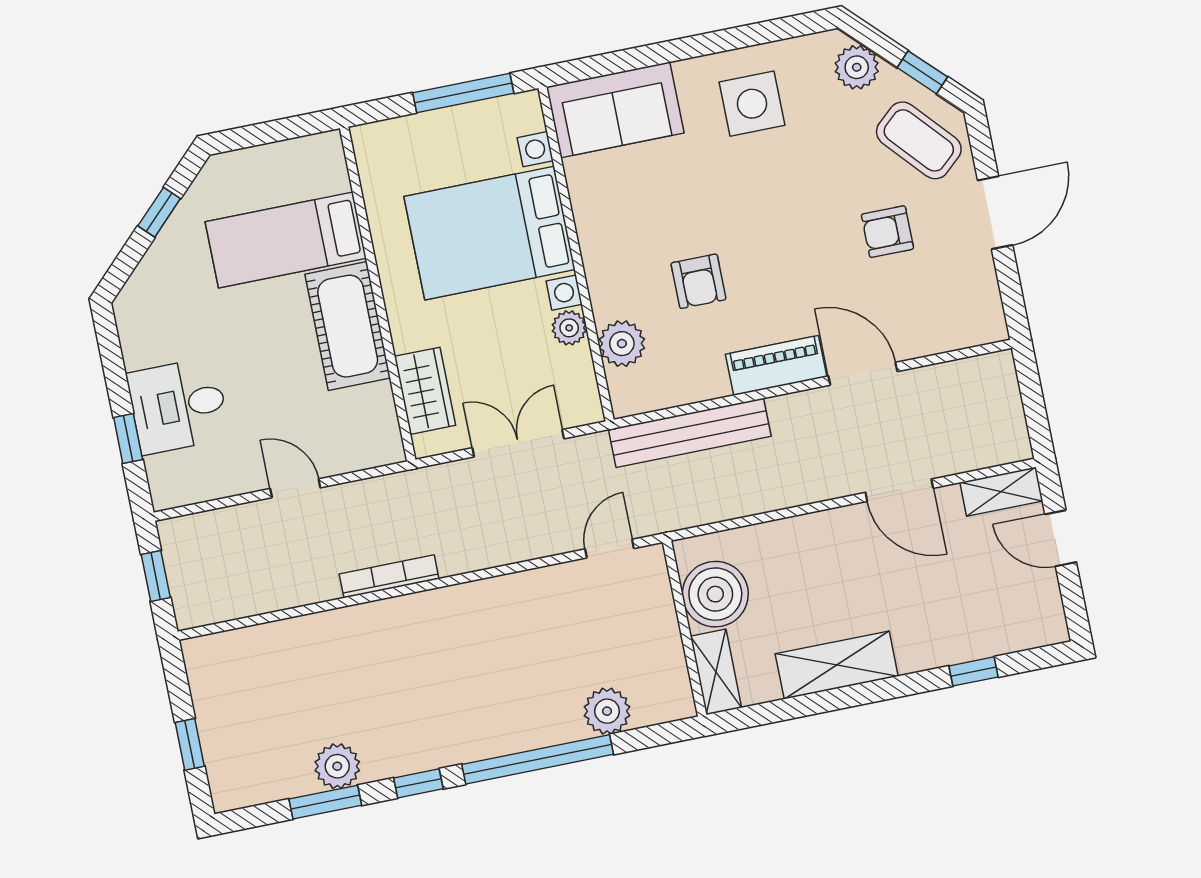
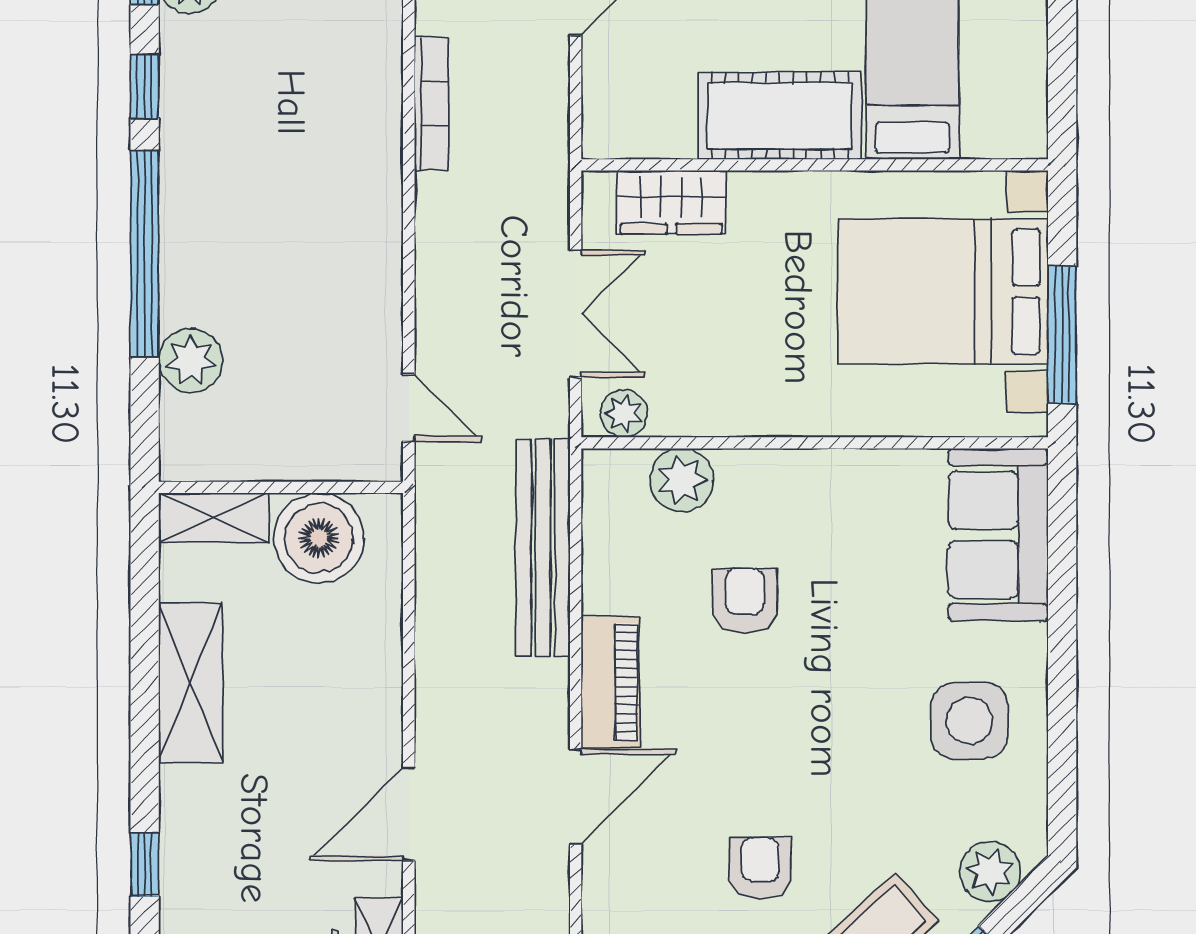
bed with nightstands: (489, 233) -> (943, 291), moved, turned -90
armchair: (698, 281) -> (745, 600), turned 90
plant: (569, 328) -> (624, 413), moved

